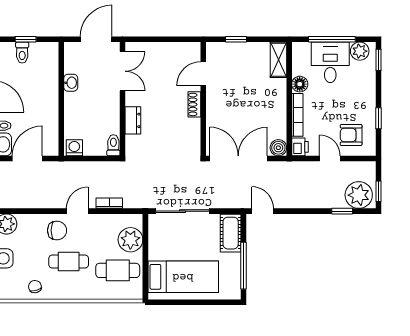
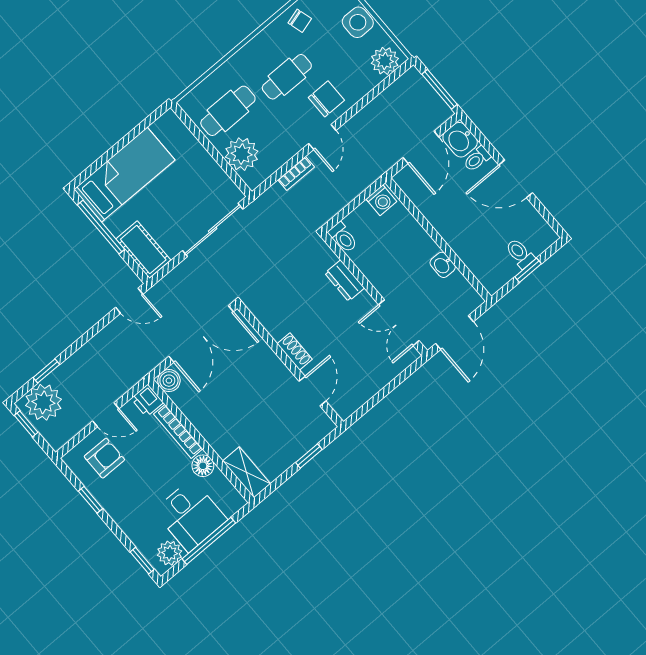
chair: (57, 230) -> (326, 99), turned 180
bed: (183, 277) -> (124, 175), moved, turned 180

